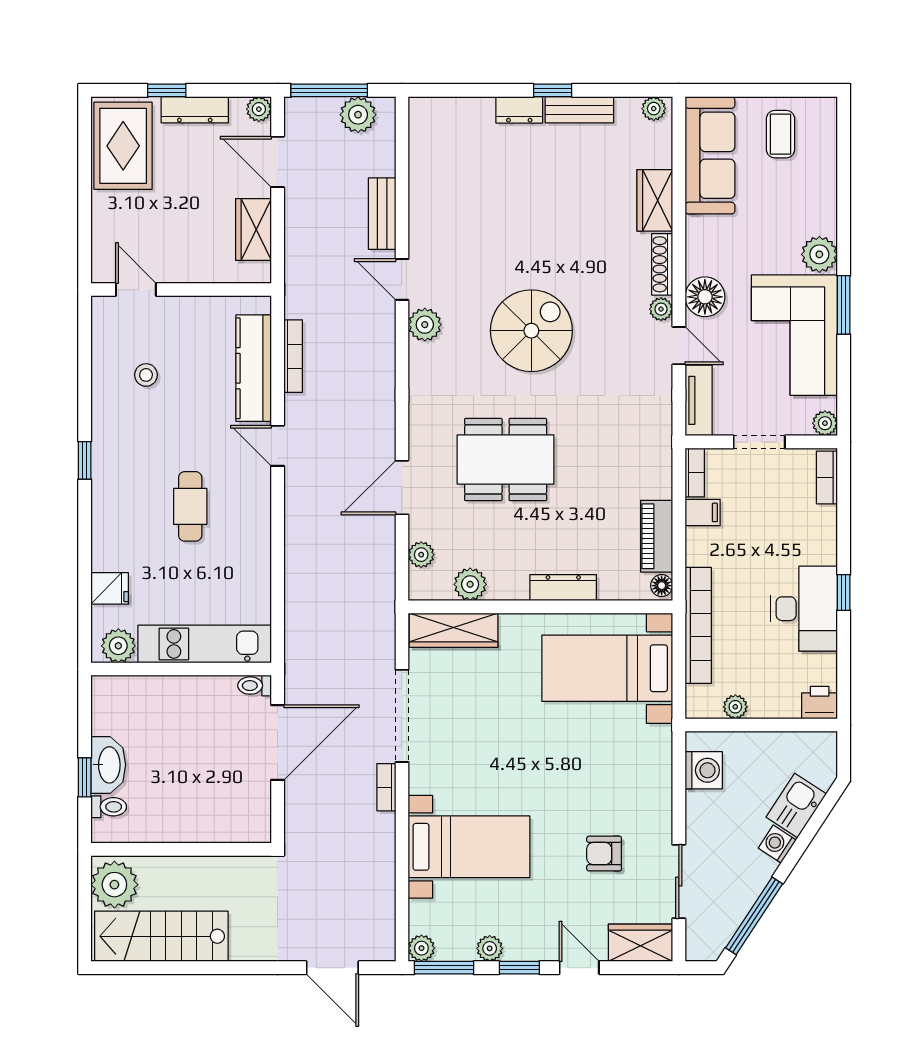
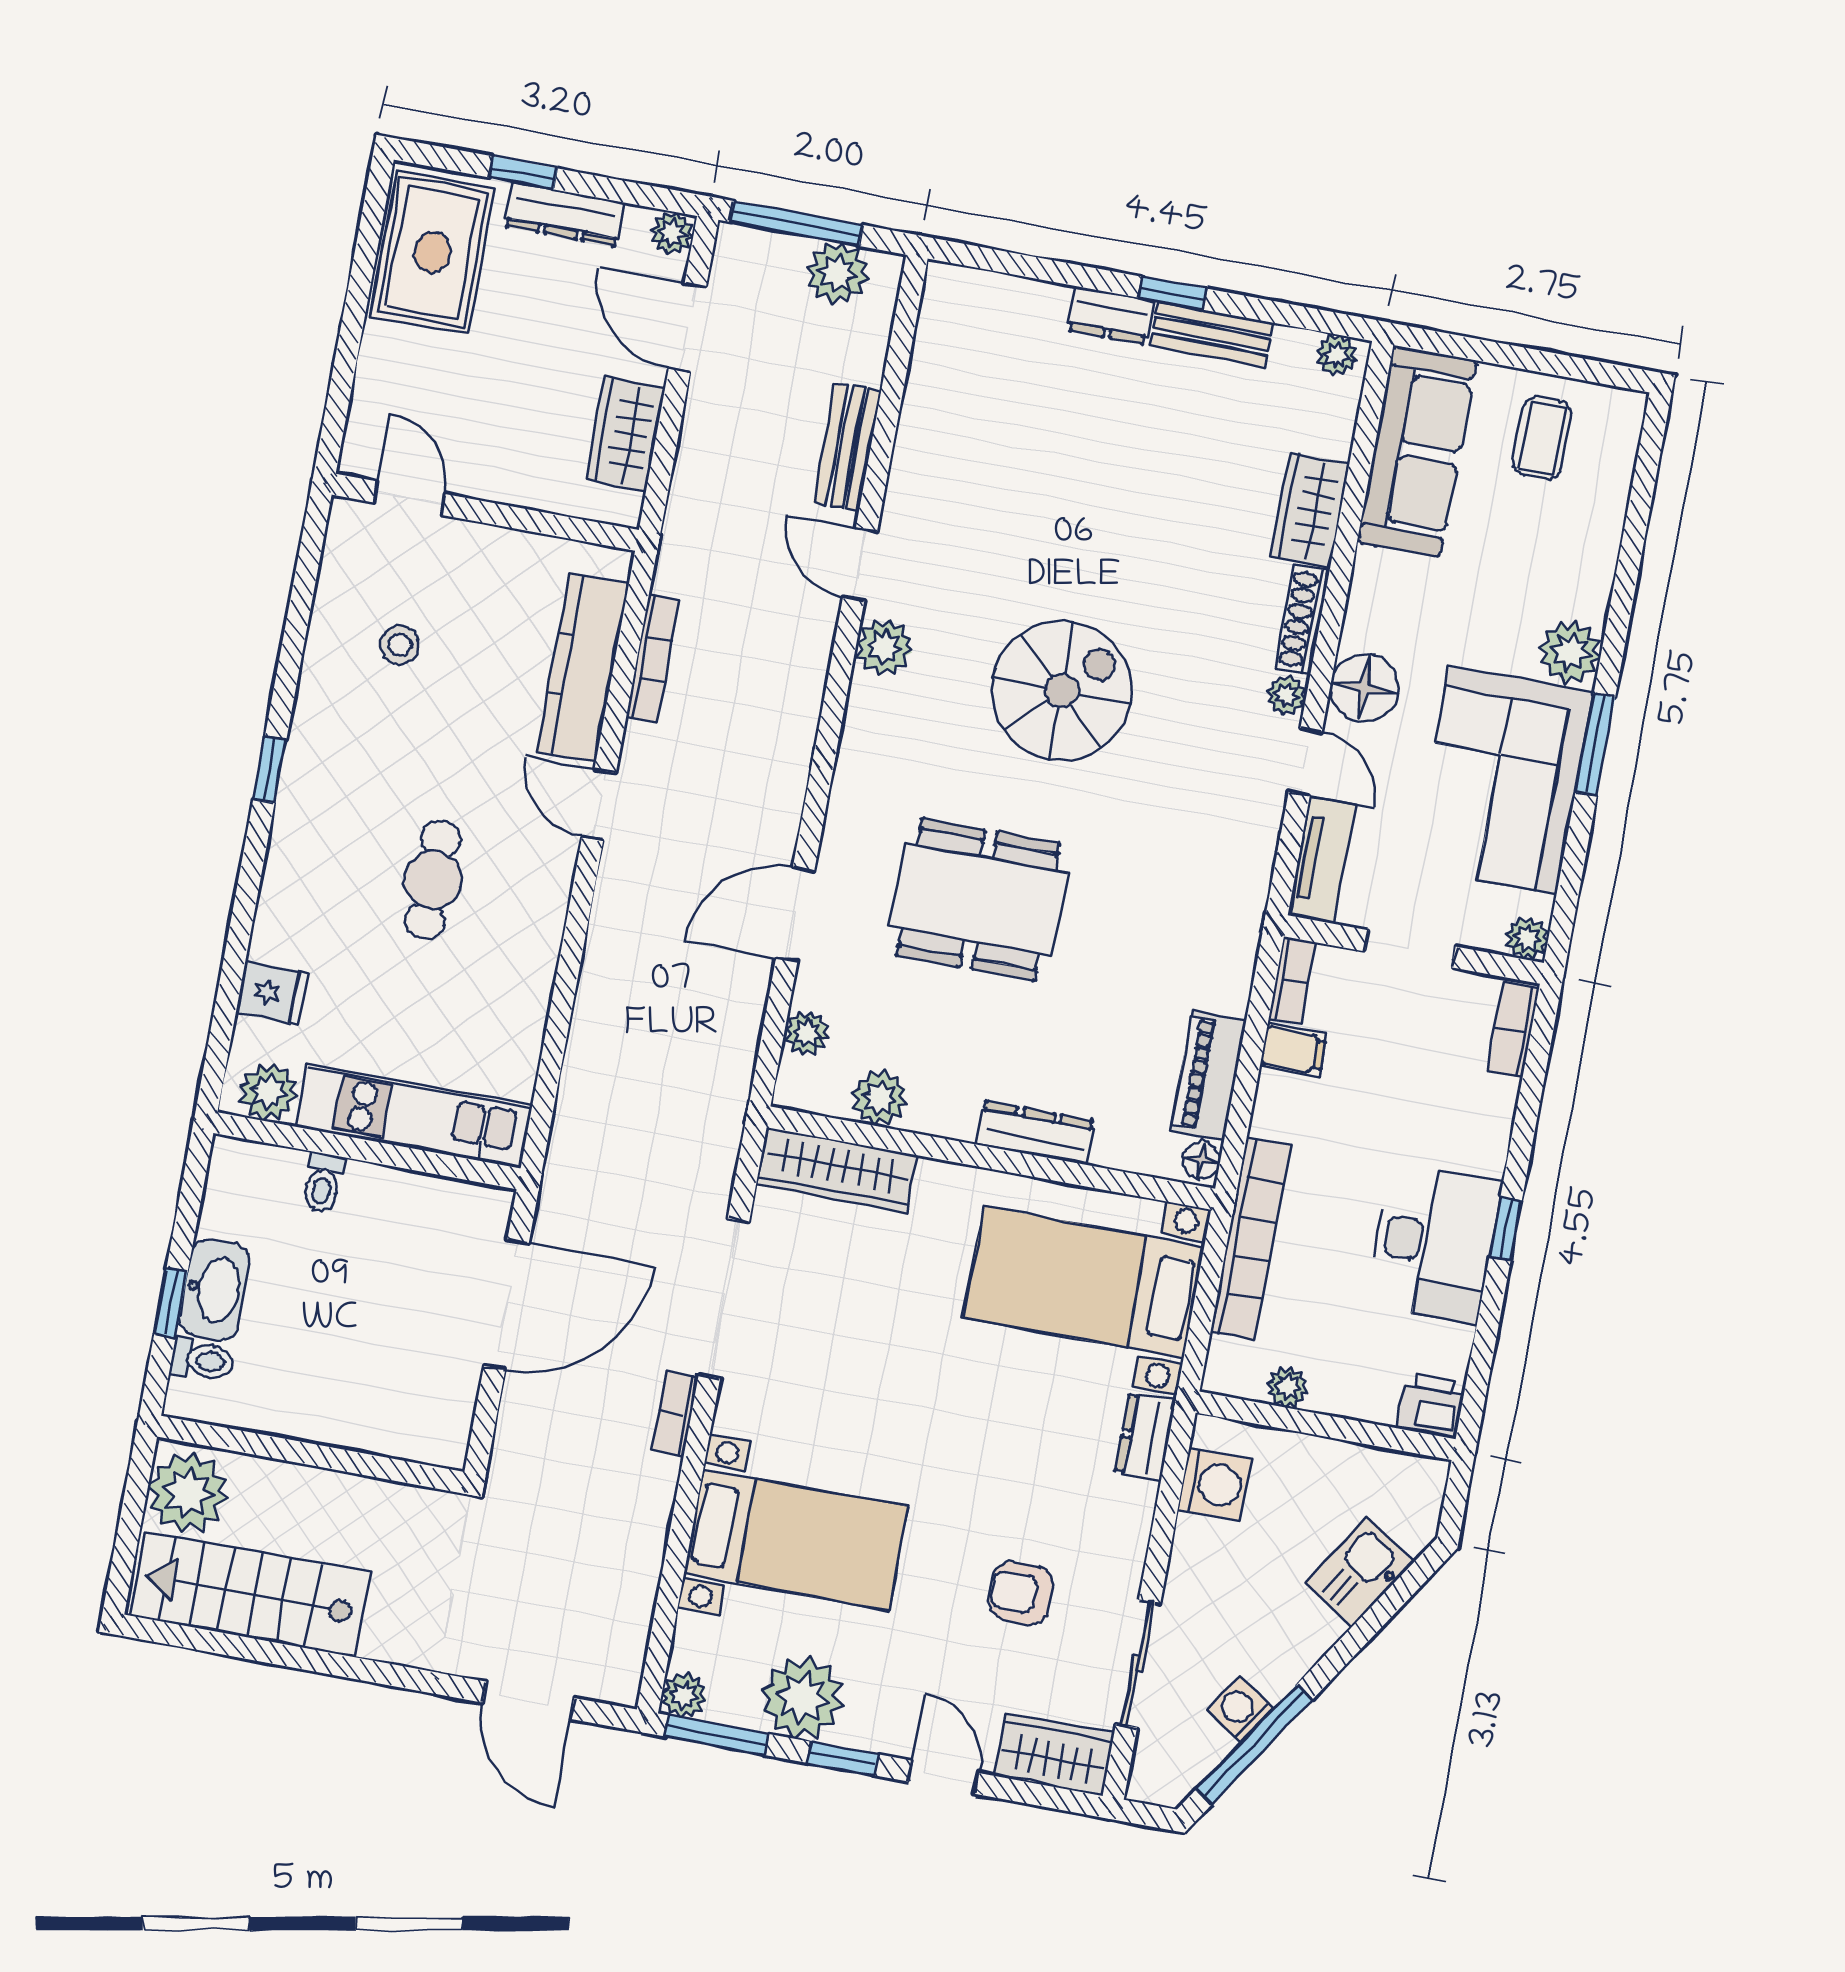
toilet: (255, 686) -> (323, 1183), moved, turned -90
dresser: (659, 750) -> (1145, 1437), added
washing machine: (777, 844) -> (1240, 1710), moved
plant: (490, 948) -> (802, 1698), width x1.87, depth x1.87

